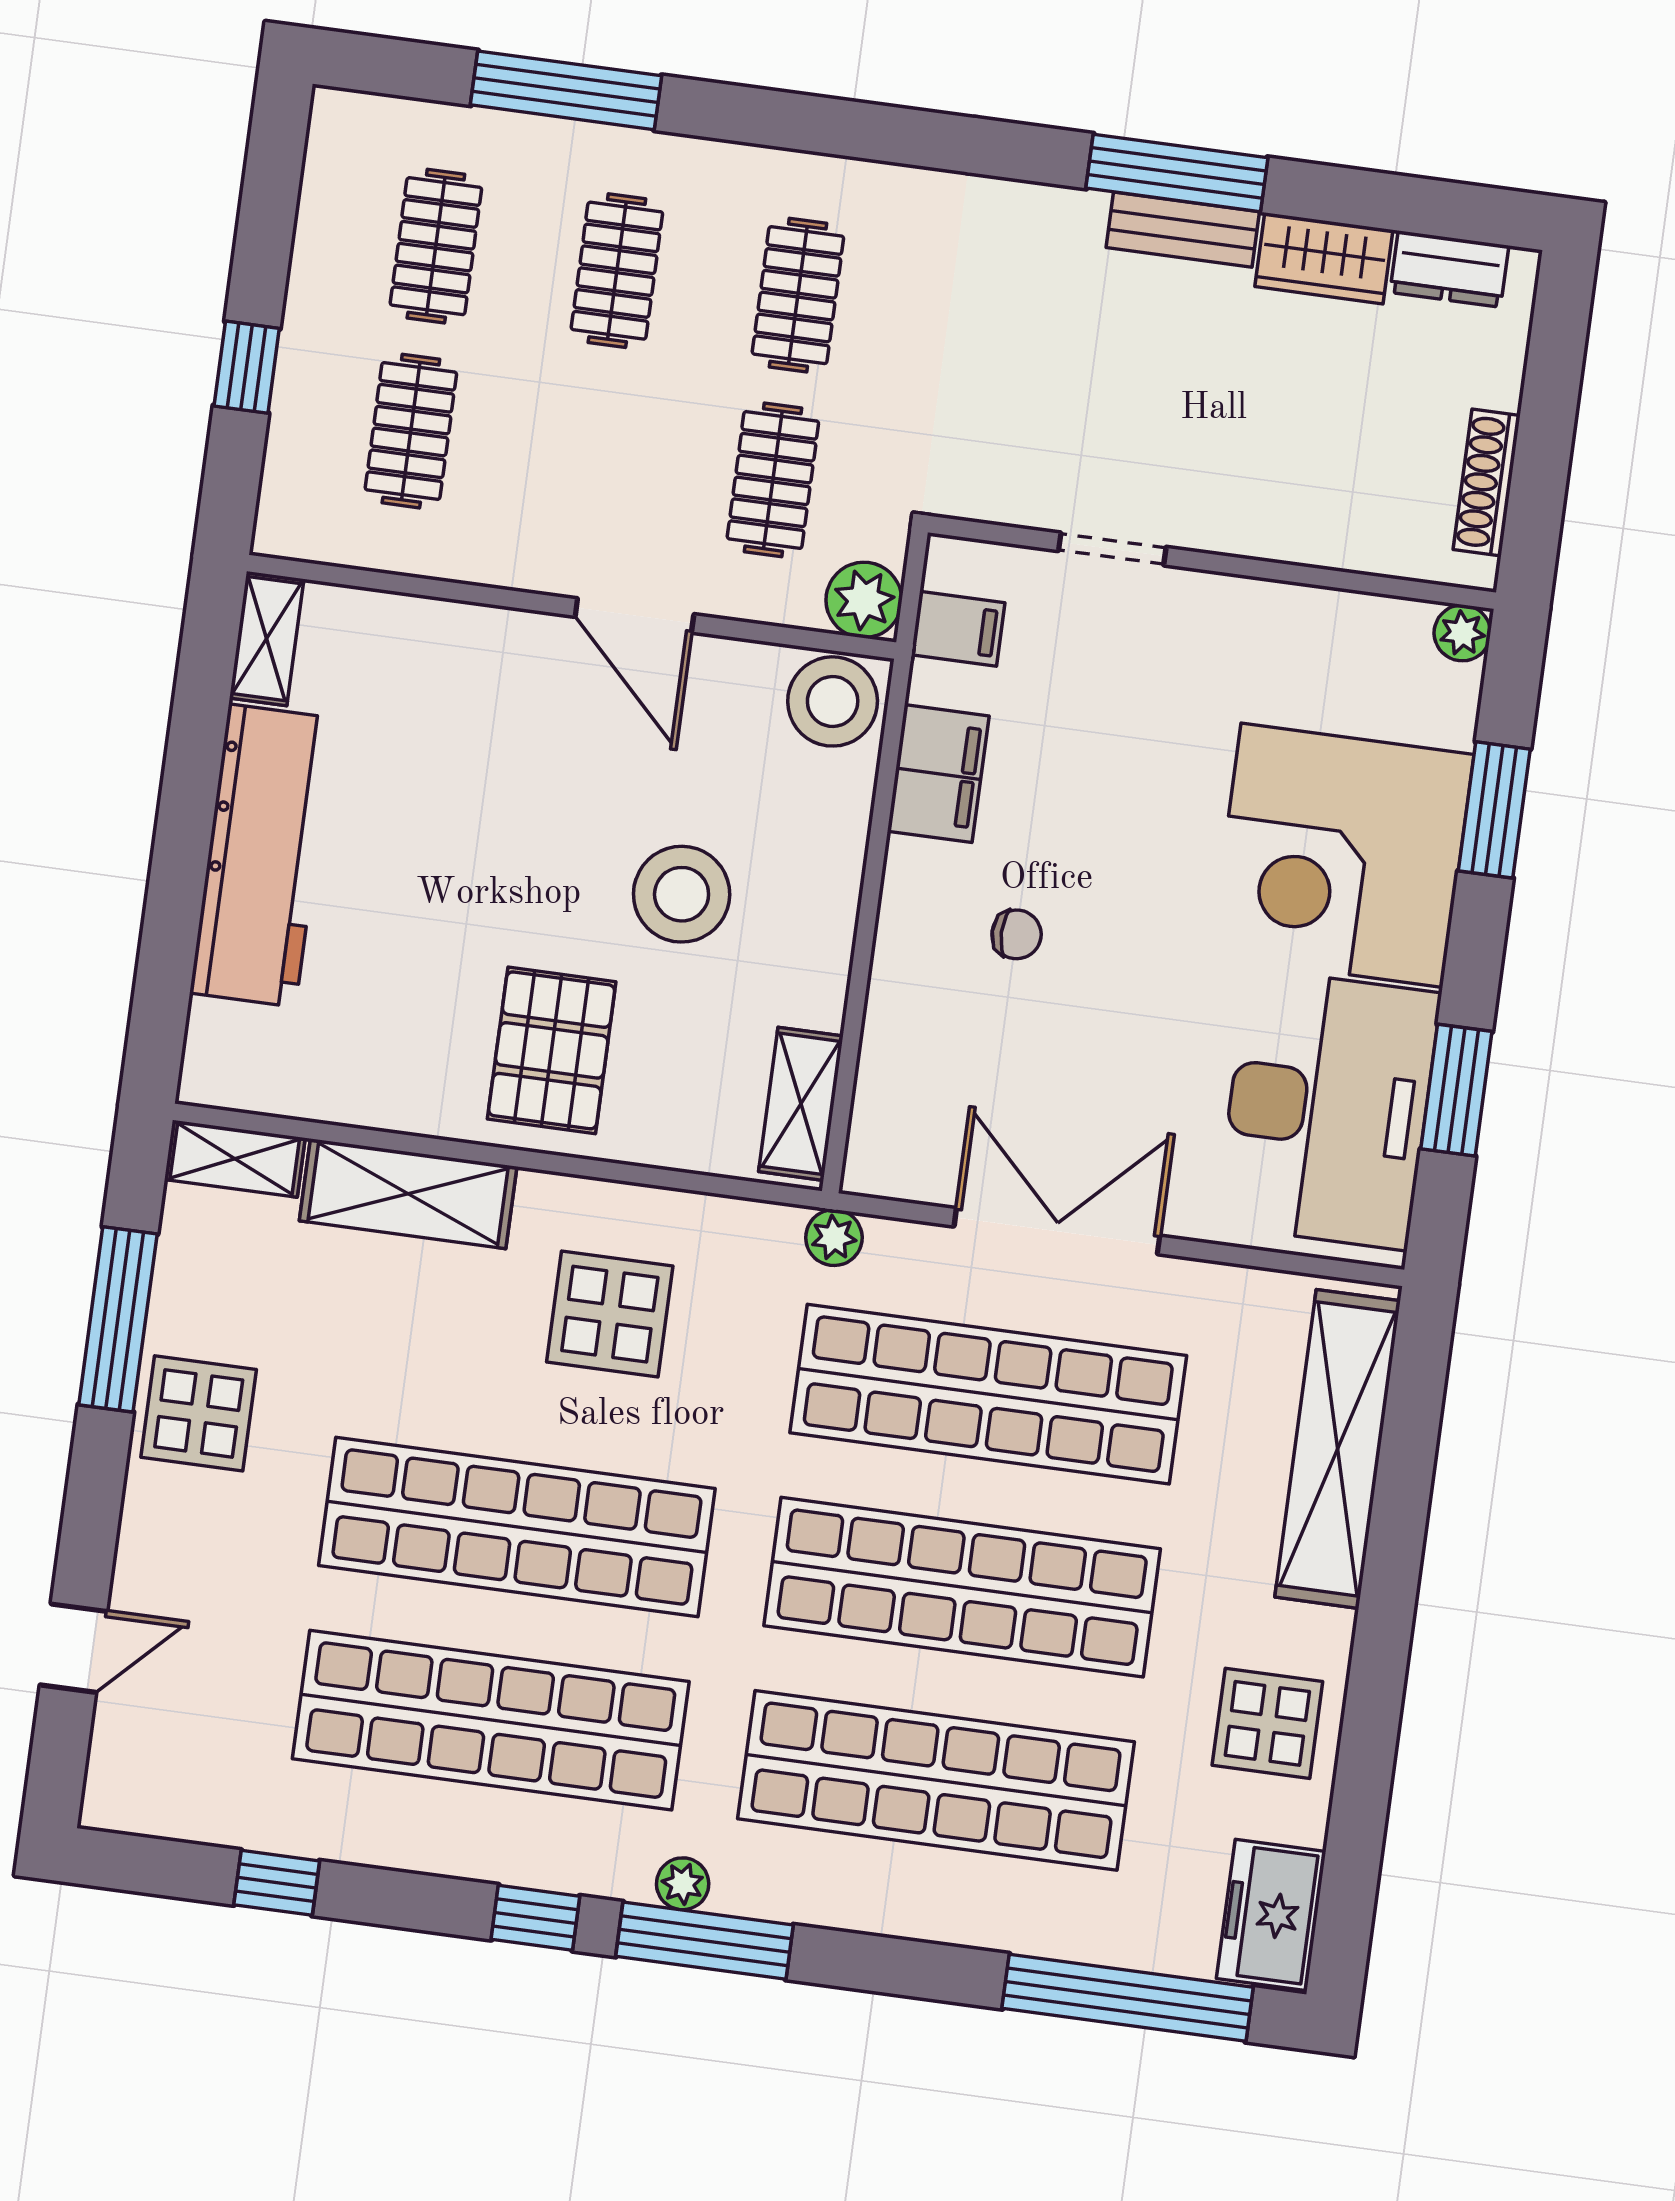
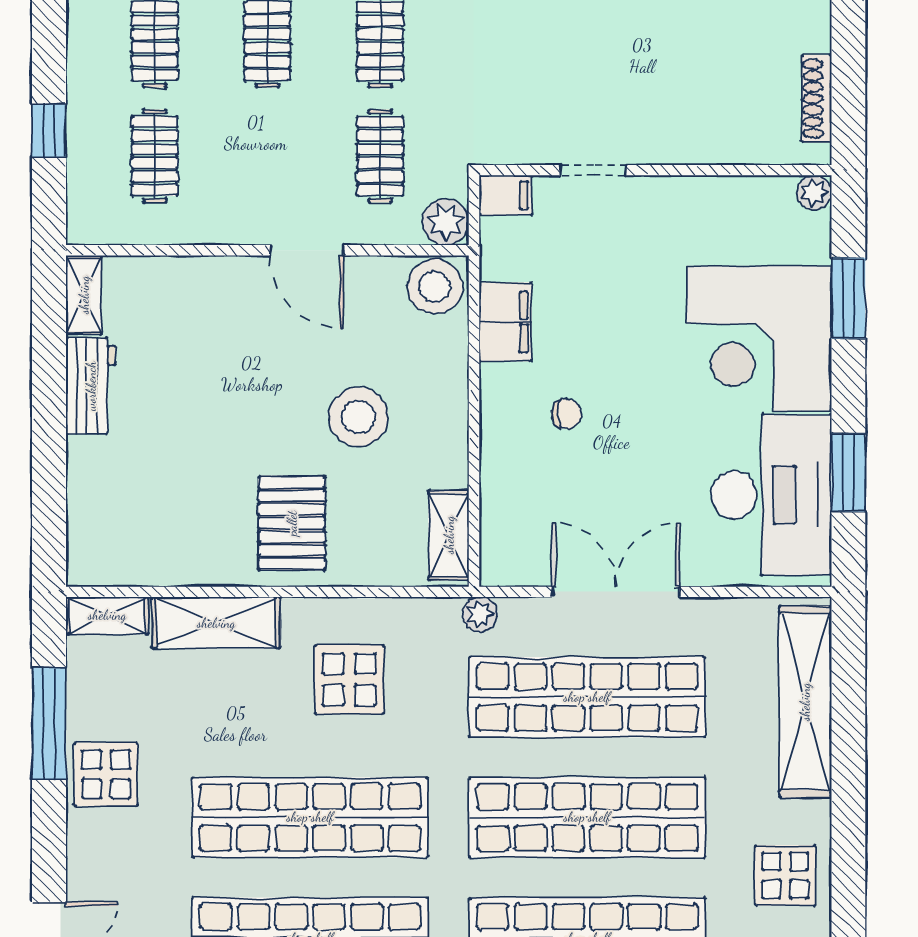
filing cabinet: (958, 629) -> (505, 195), moved
workbench: (262, 856) -> (91, 386), width x0.53, depth x0.76

